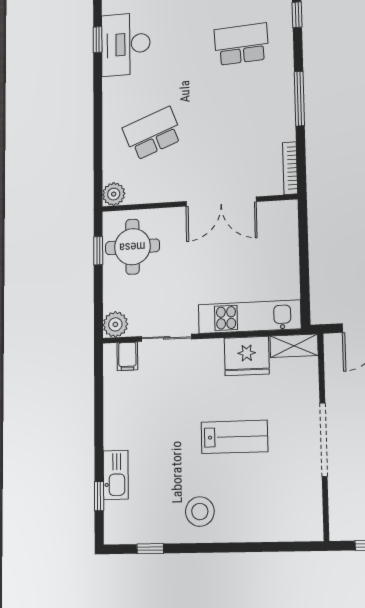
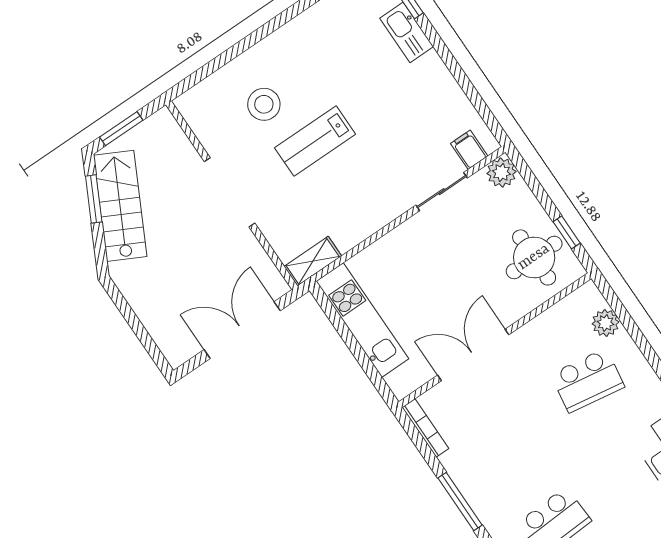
school desk: (152, 133) -> (588, 380), turned 30
plant: (114, 194) -> (606, 323), moved
kitchen unit: (249, 317) -> (362, 320), moved, turned -90
fridge: (247, 356) -> (352, 223), removed
stool: (200, 512) -> (264, 104), moved

